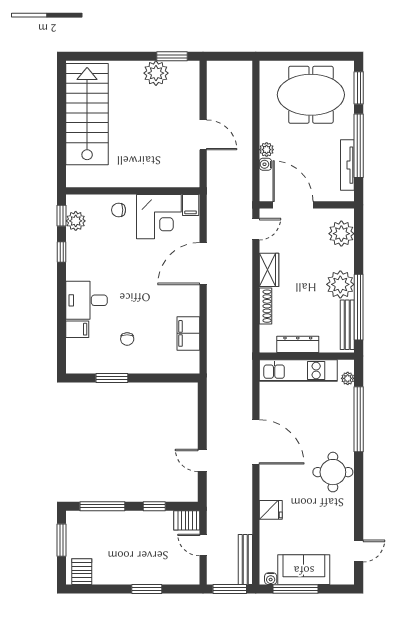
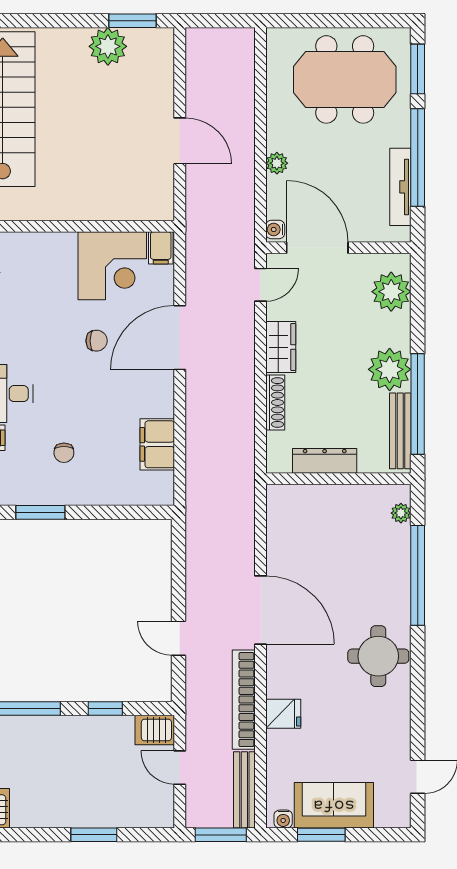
water cooler: (265, 164) -> (275, 229), moved
chair: (119, 210) -> (97, 341), moved, turned 180
kitchen unit: (298, 371) -> (325, 501), removed
bookcase: (245, 500) -> (244, 700), added
window: (296, 589) -> (321, 835), width x0.69

